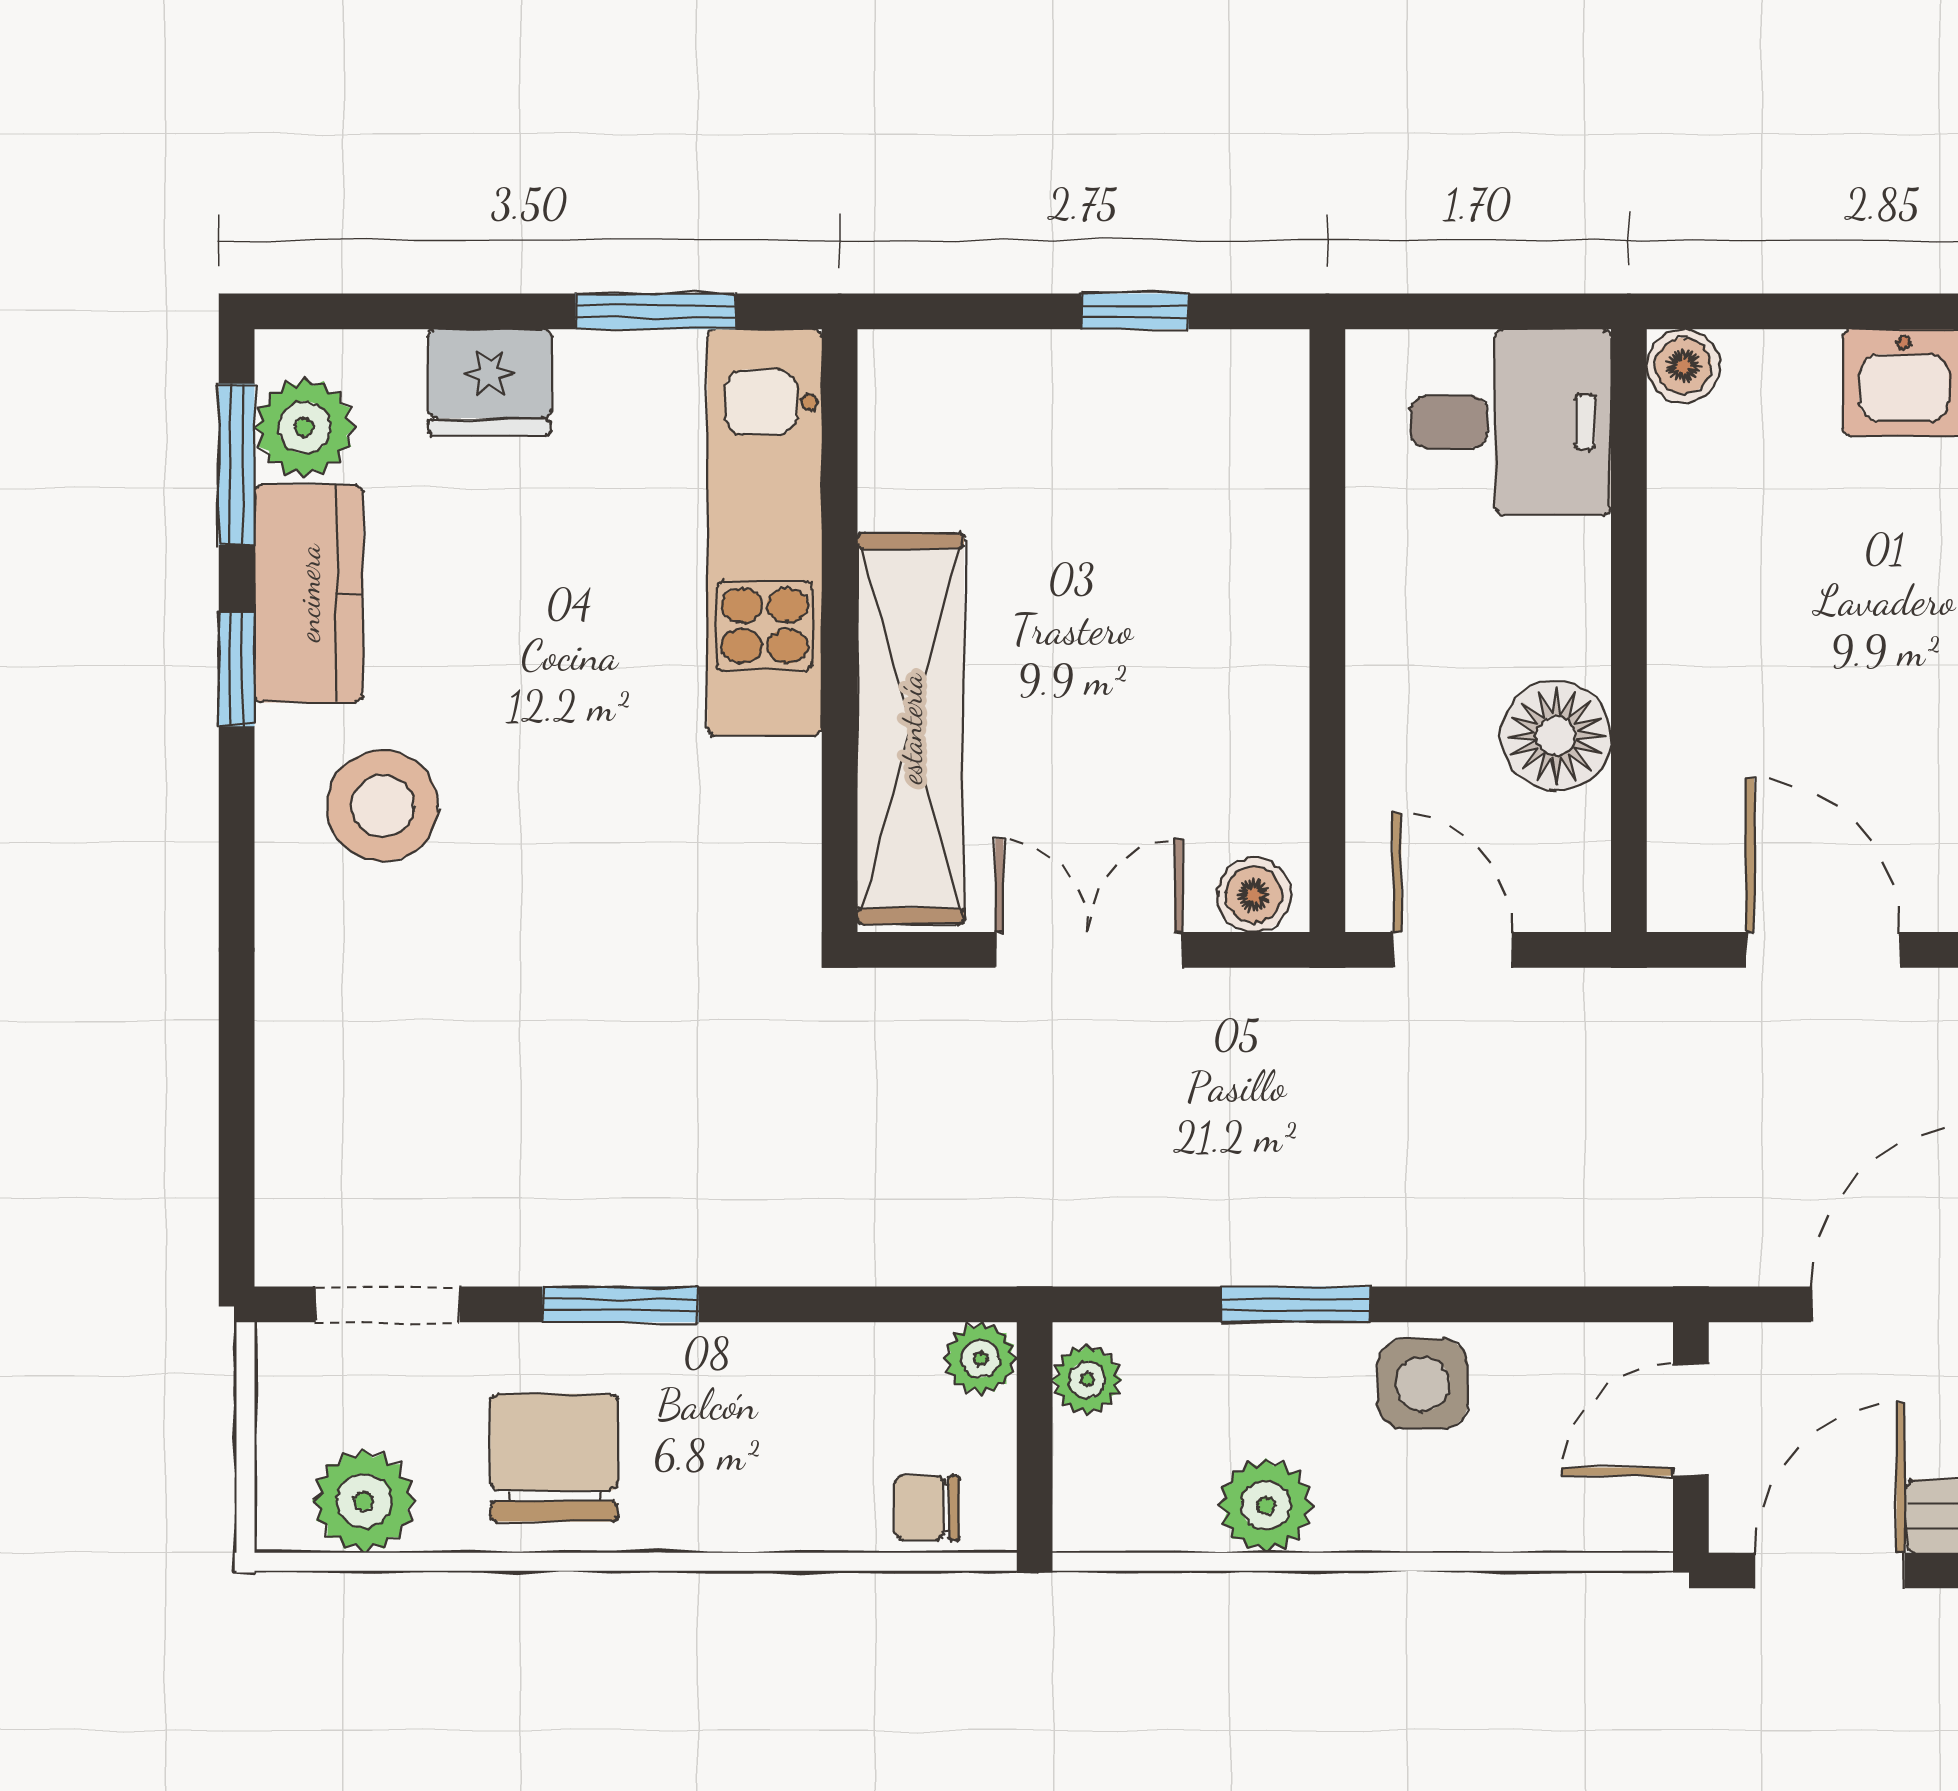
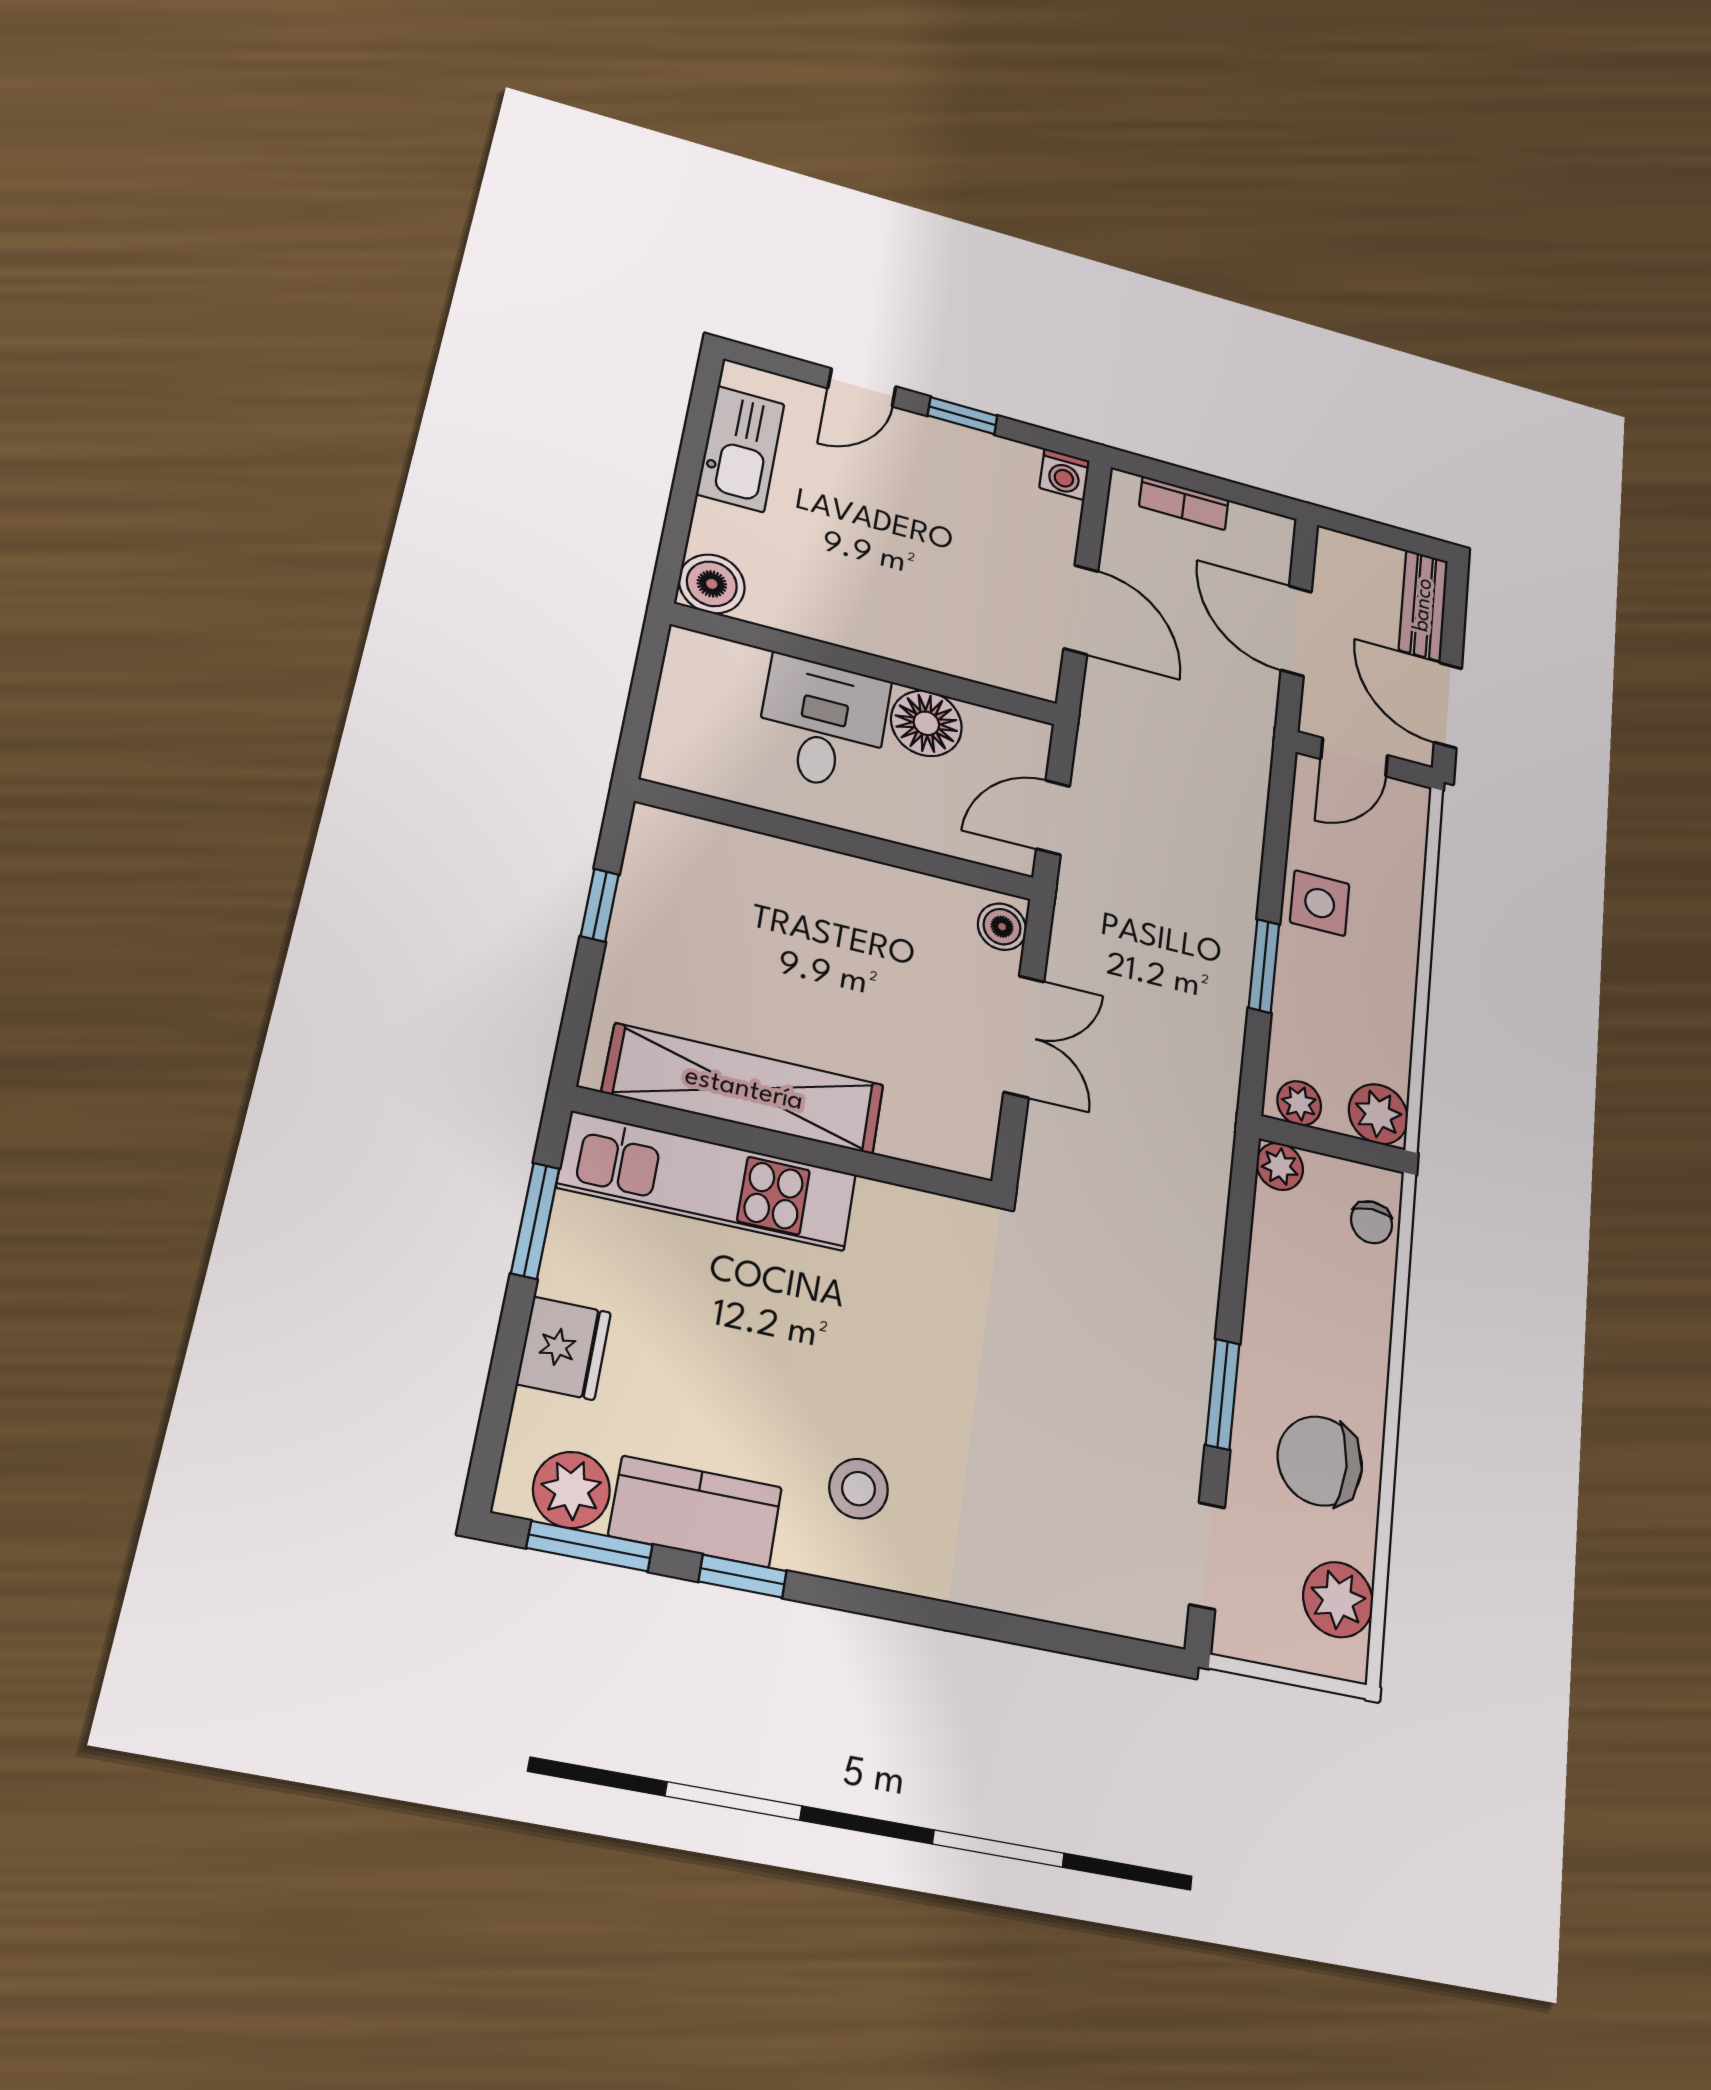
boiler: (1683, 366) -> (712, 584), width x1.36, depth x1.36
desk: (1511, 422) -> (823, 724), moved
shelving: (911, 729) -> (744, 1089), moved
stool: (383, 806) -> (859, 1489), width x0.73, depth x0.73
double door: (1089, 950) -> (1024, 1036), swing flipped
door: (1823, 950) -> (1081, 610), swing flipped
door: (1691, 1420) -> (1354, 757), hinge flipped
plant: (1266, 1505) -> (1378, 1114), moved

